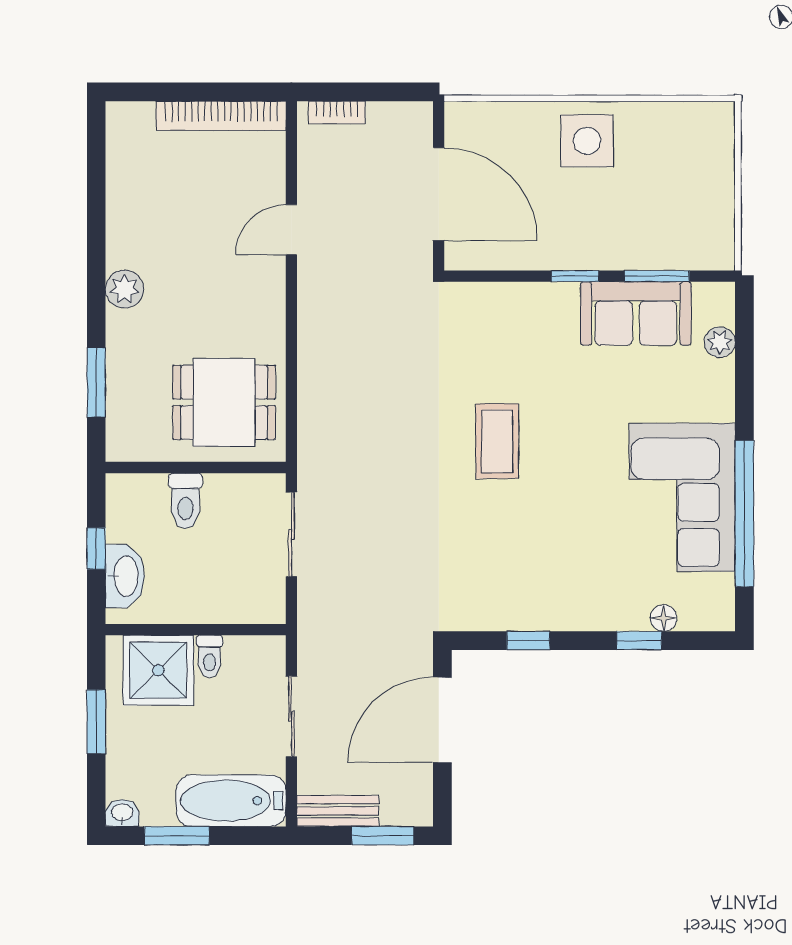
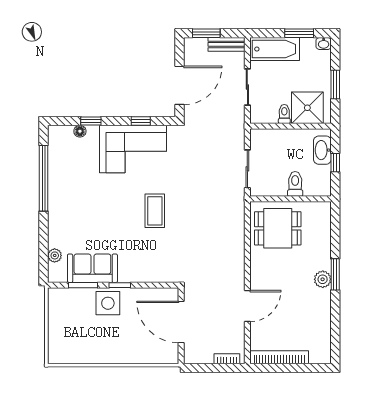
side table: (587, 141) -> (108, 303), moved
door: (291, 230) -> (247, 306), width x1.37
window: (96, 383) -> (335, 274), moved
corner sofa: (682, 497) -> (133, 149), moved, turned 90

